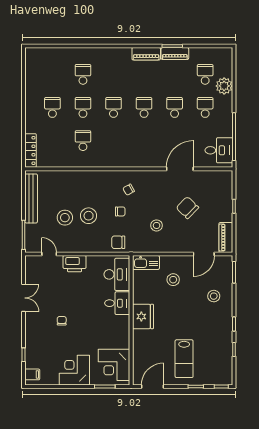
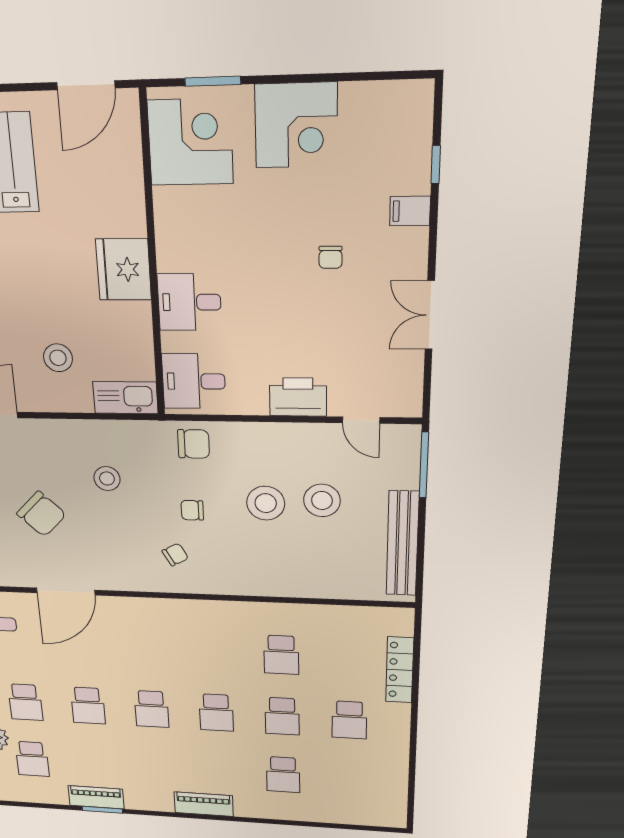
piano: (146, 54) -> (204, 804), moved
locker: (31, 151) -> (400, 670), moved
desk: (117, 274) -> (194, 381), width x0.73
filing cabinet: (32, 374) -> (410, 211), moved

